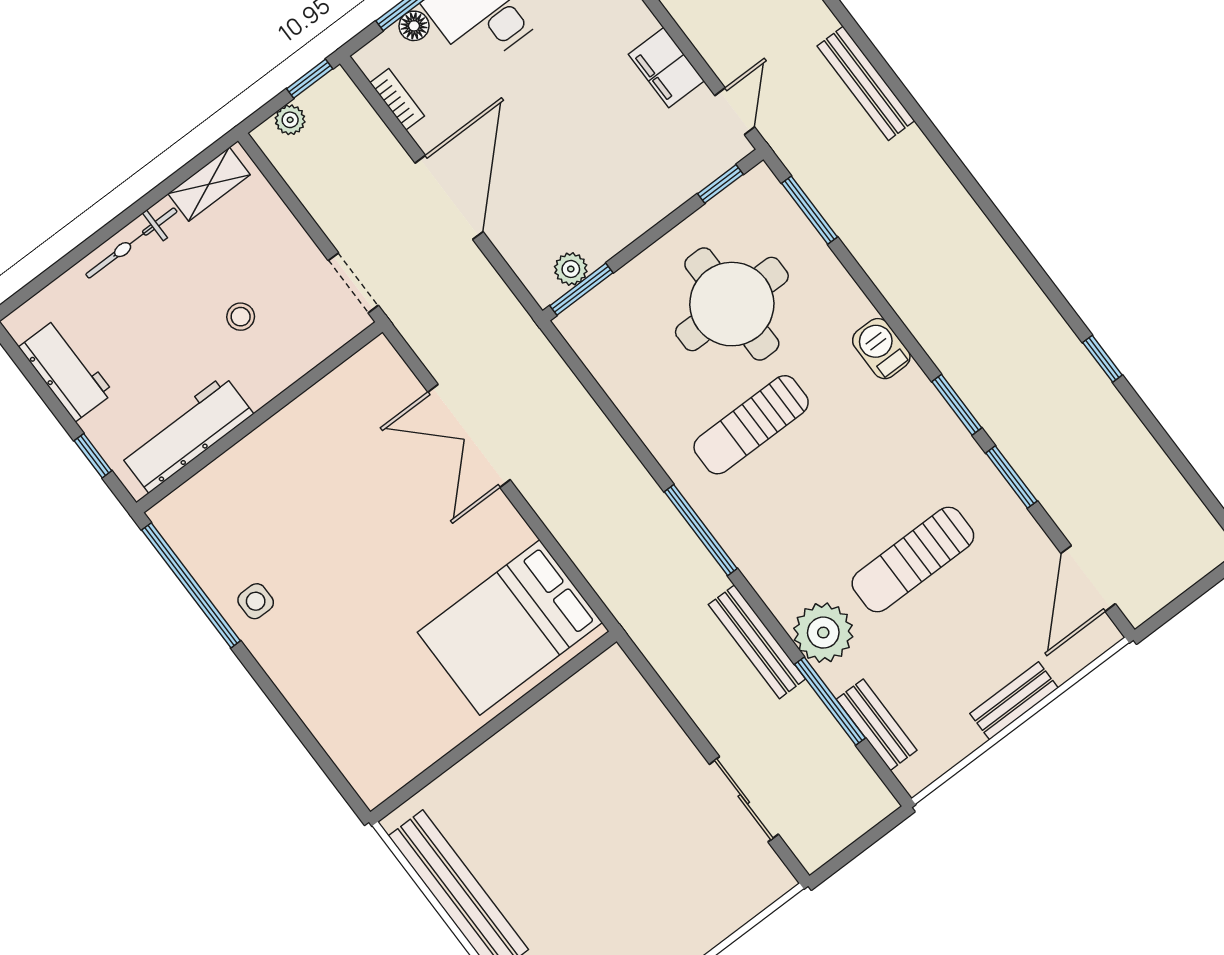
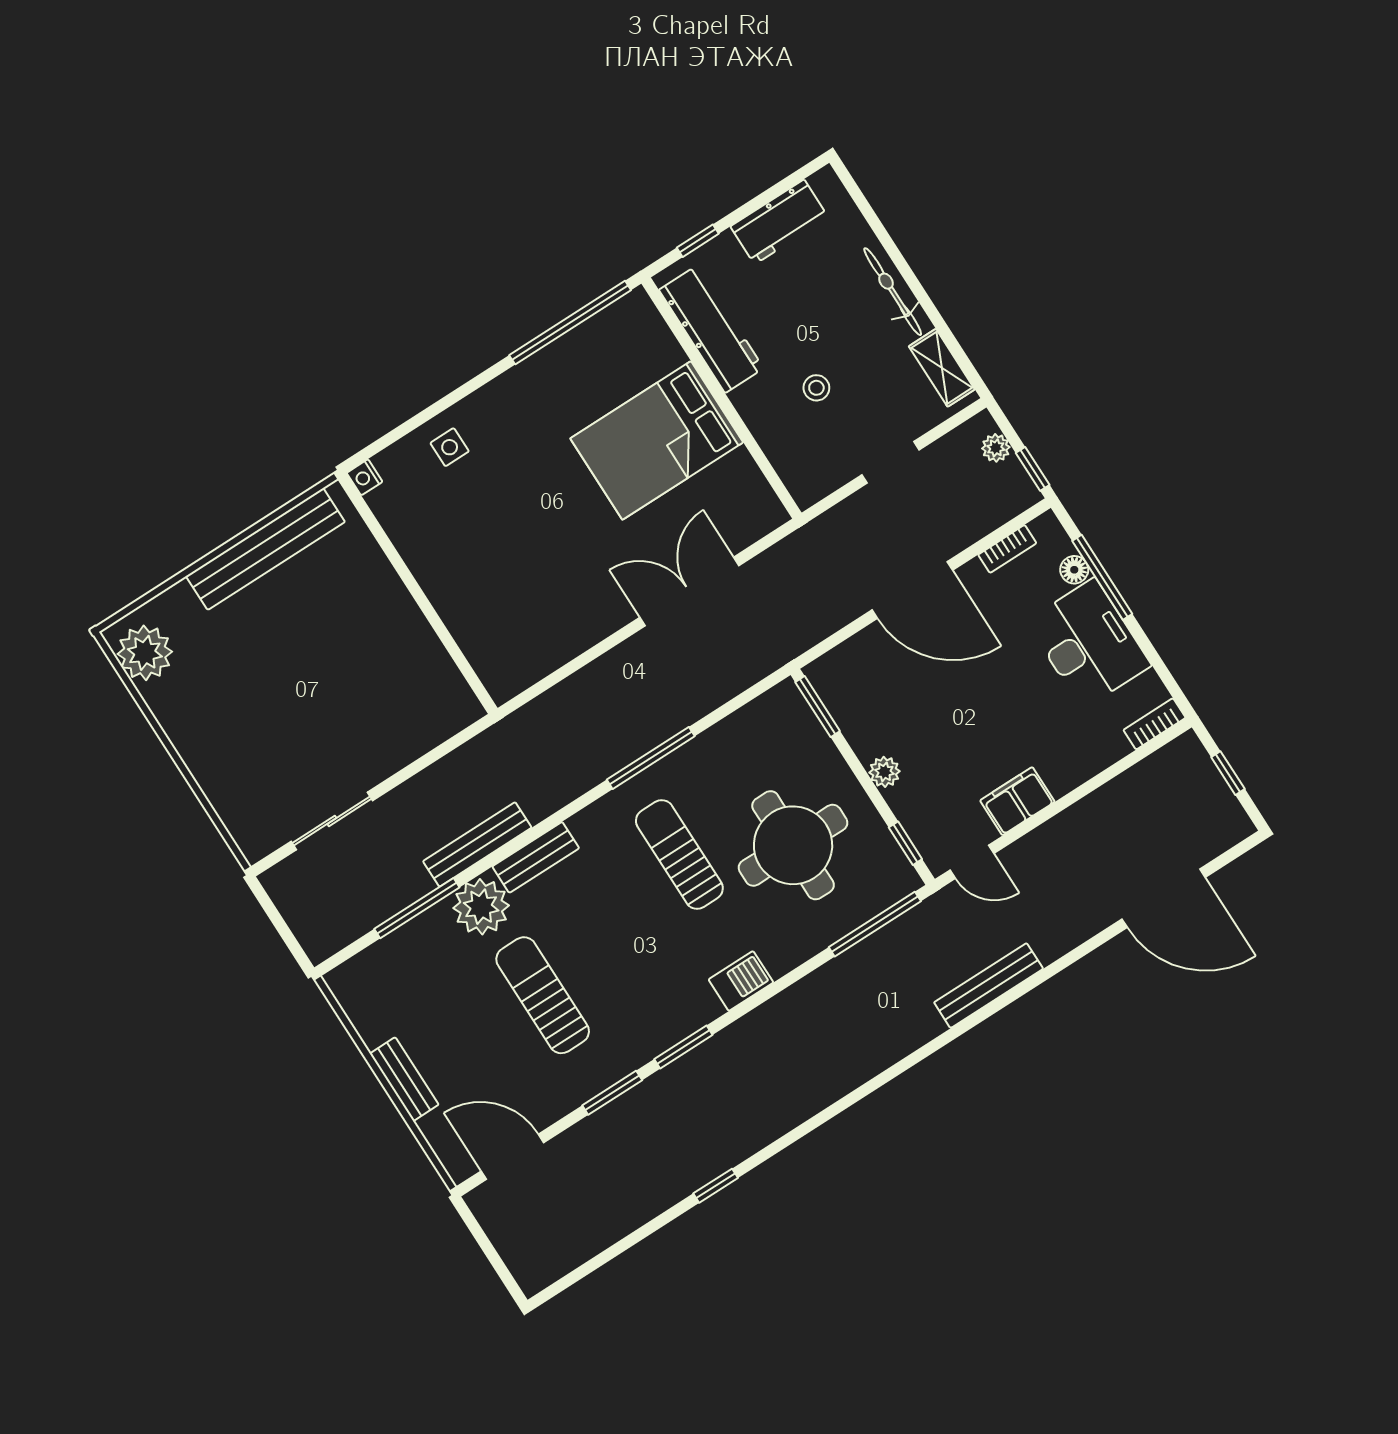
window: (809, 210) -> (875, 924), width x1.44
plant: (571, 269) -> (884, 772), moved
doorway: (353, 283) -> (891, 462), moved
window: (701, 530) -> (651, 758), moved
side table: (256, 601) -> (450, 447), moved
bed: (510, 627) -> (657, 440), moved, turned -90
bench: (877, 725) -> (536, 857), moved
nightstand: (374, 793) -> (365, 477), added

